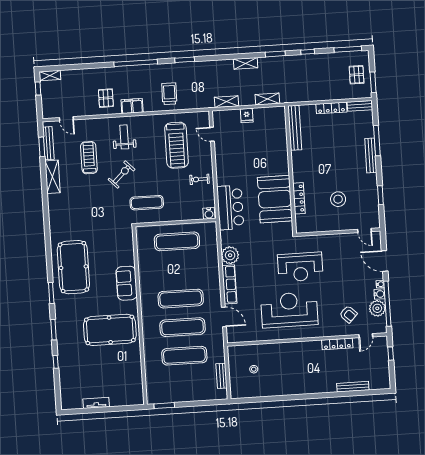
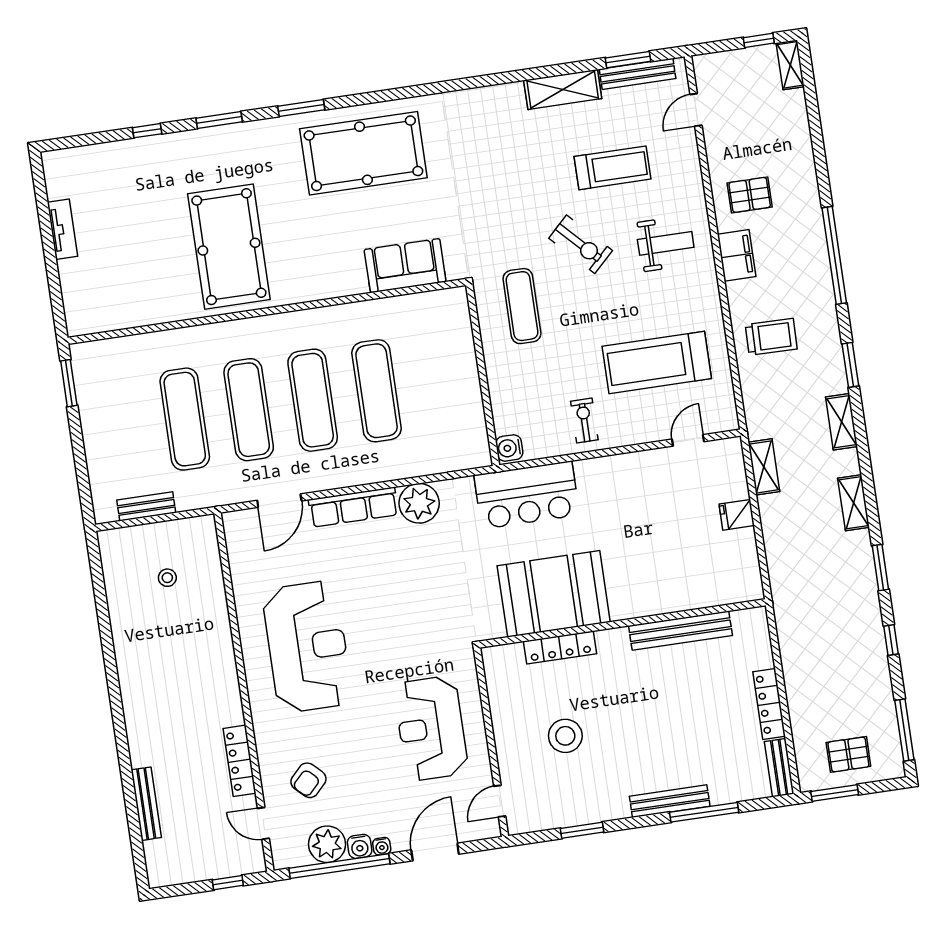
shelving: (267, 99) -> (841, 422), moved
bench: (295, 128) -> (680, 631), moved
exercise mat: (177, 241) -> (377, 391), moved
reception desk: (300, 267) -> (431, 728), moved
sofa: (127, 283) -> (405, 266), moved

